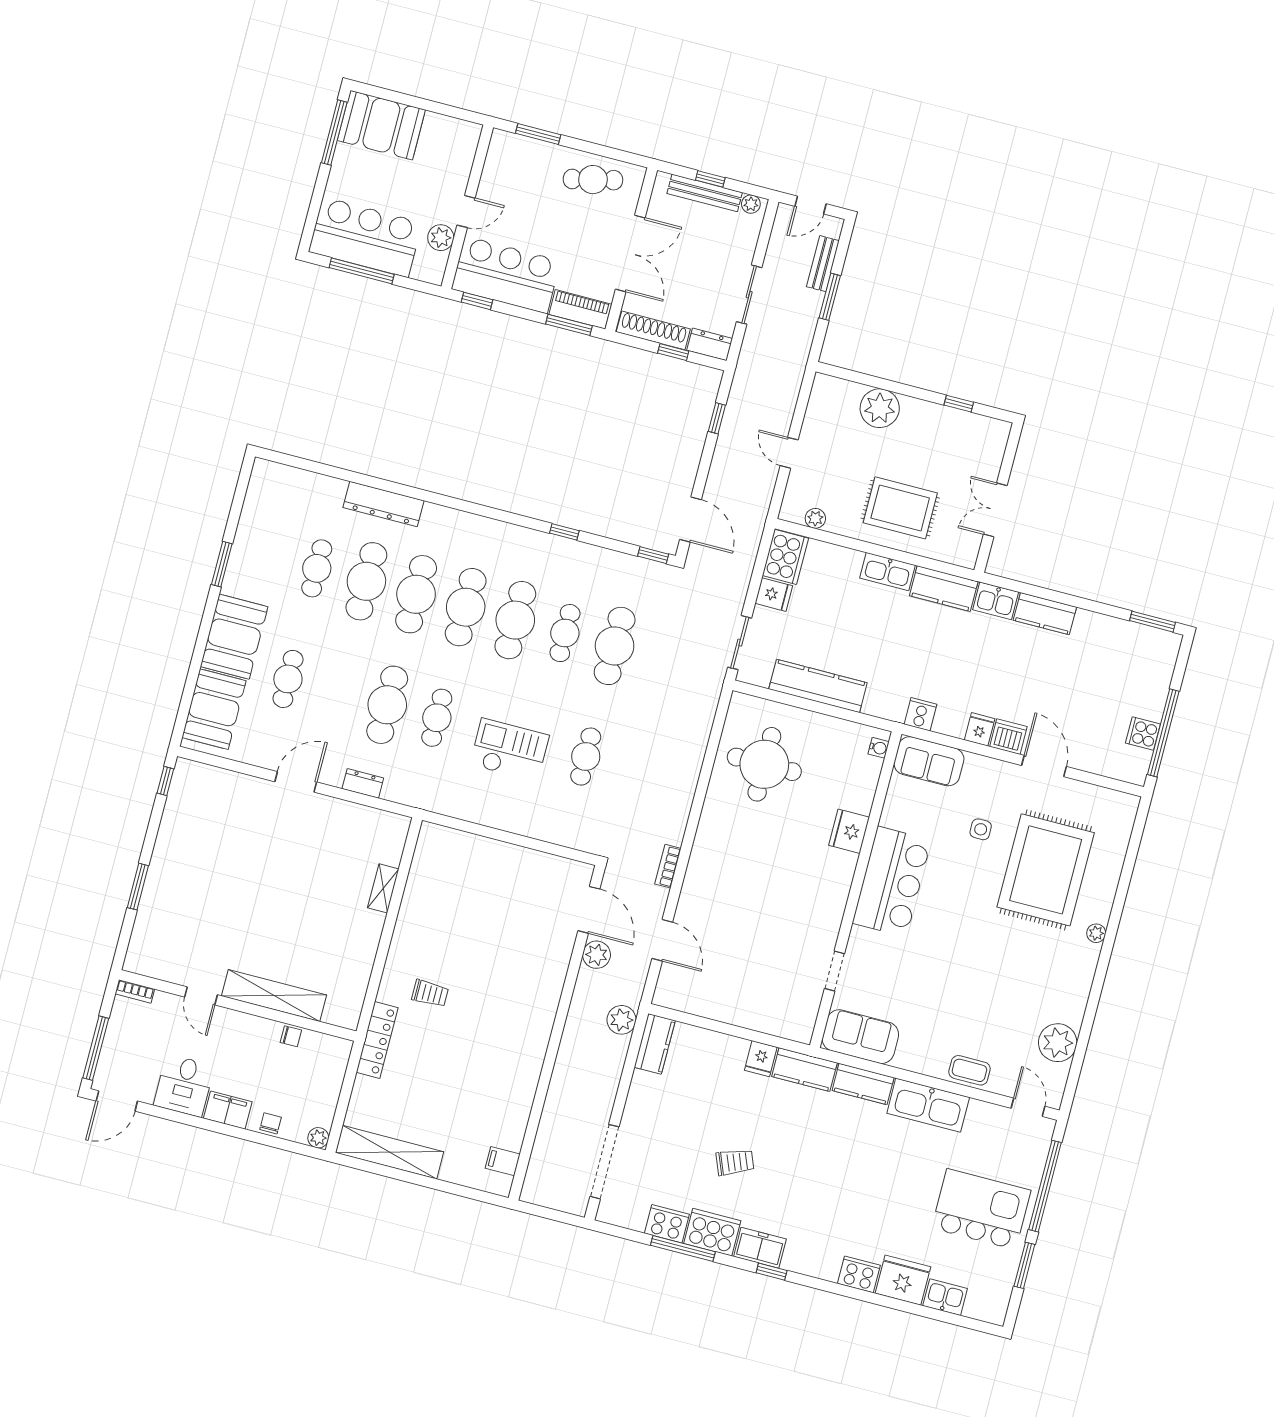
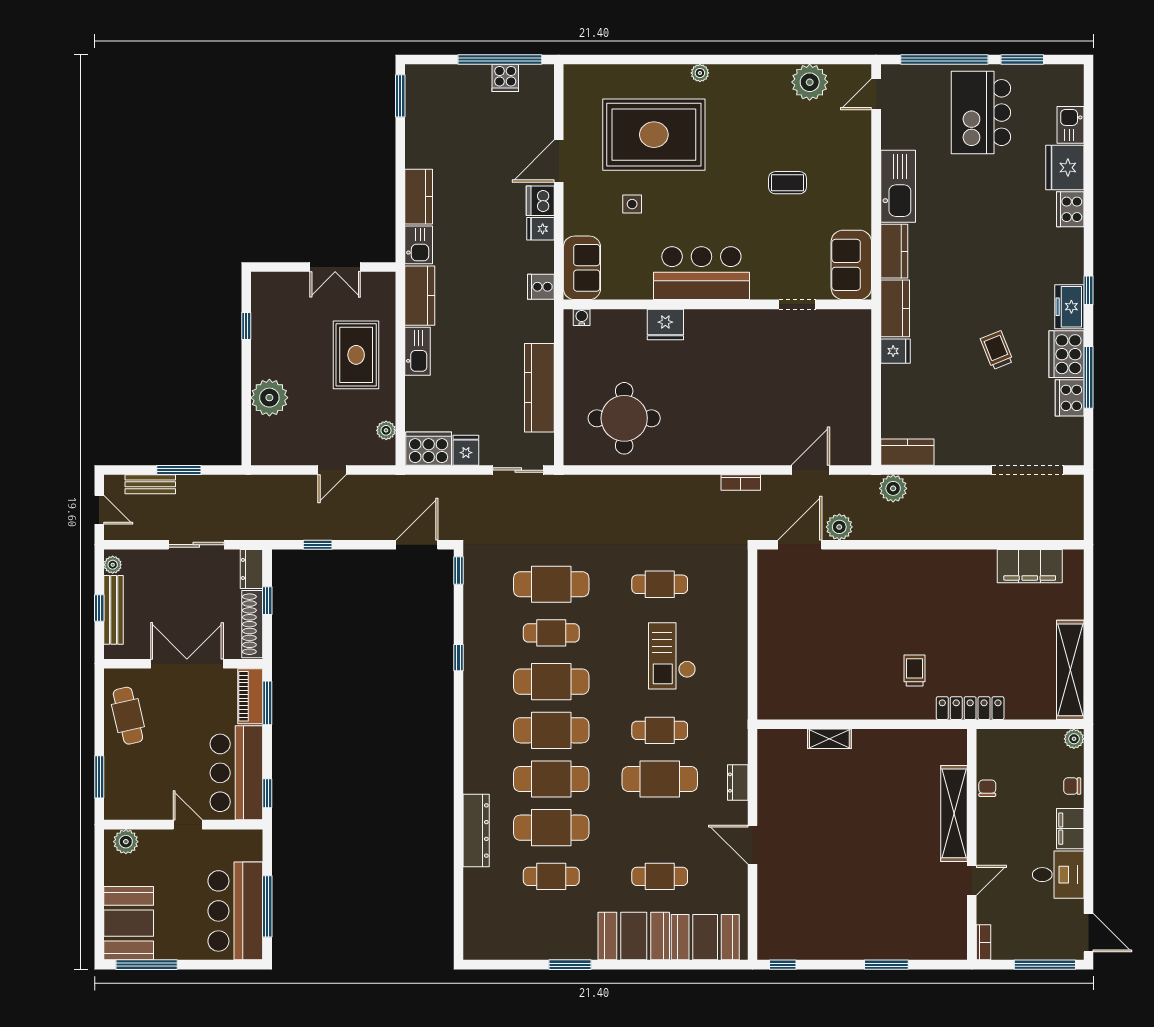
plant: (441, 238) -> (126, 842), moved
coffee table: (969, 1070) -> (787, 183), moved, turned 90
filing cabinet: (503, 1161) -> (1030, 566), width x3.00, depth x1.17

